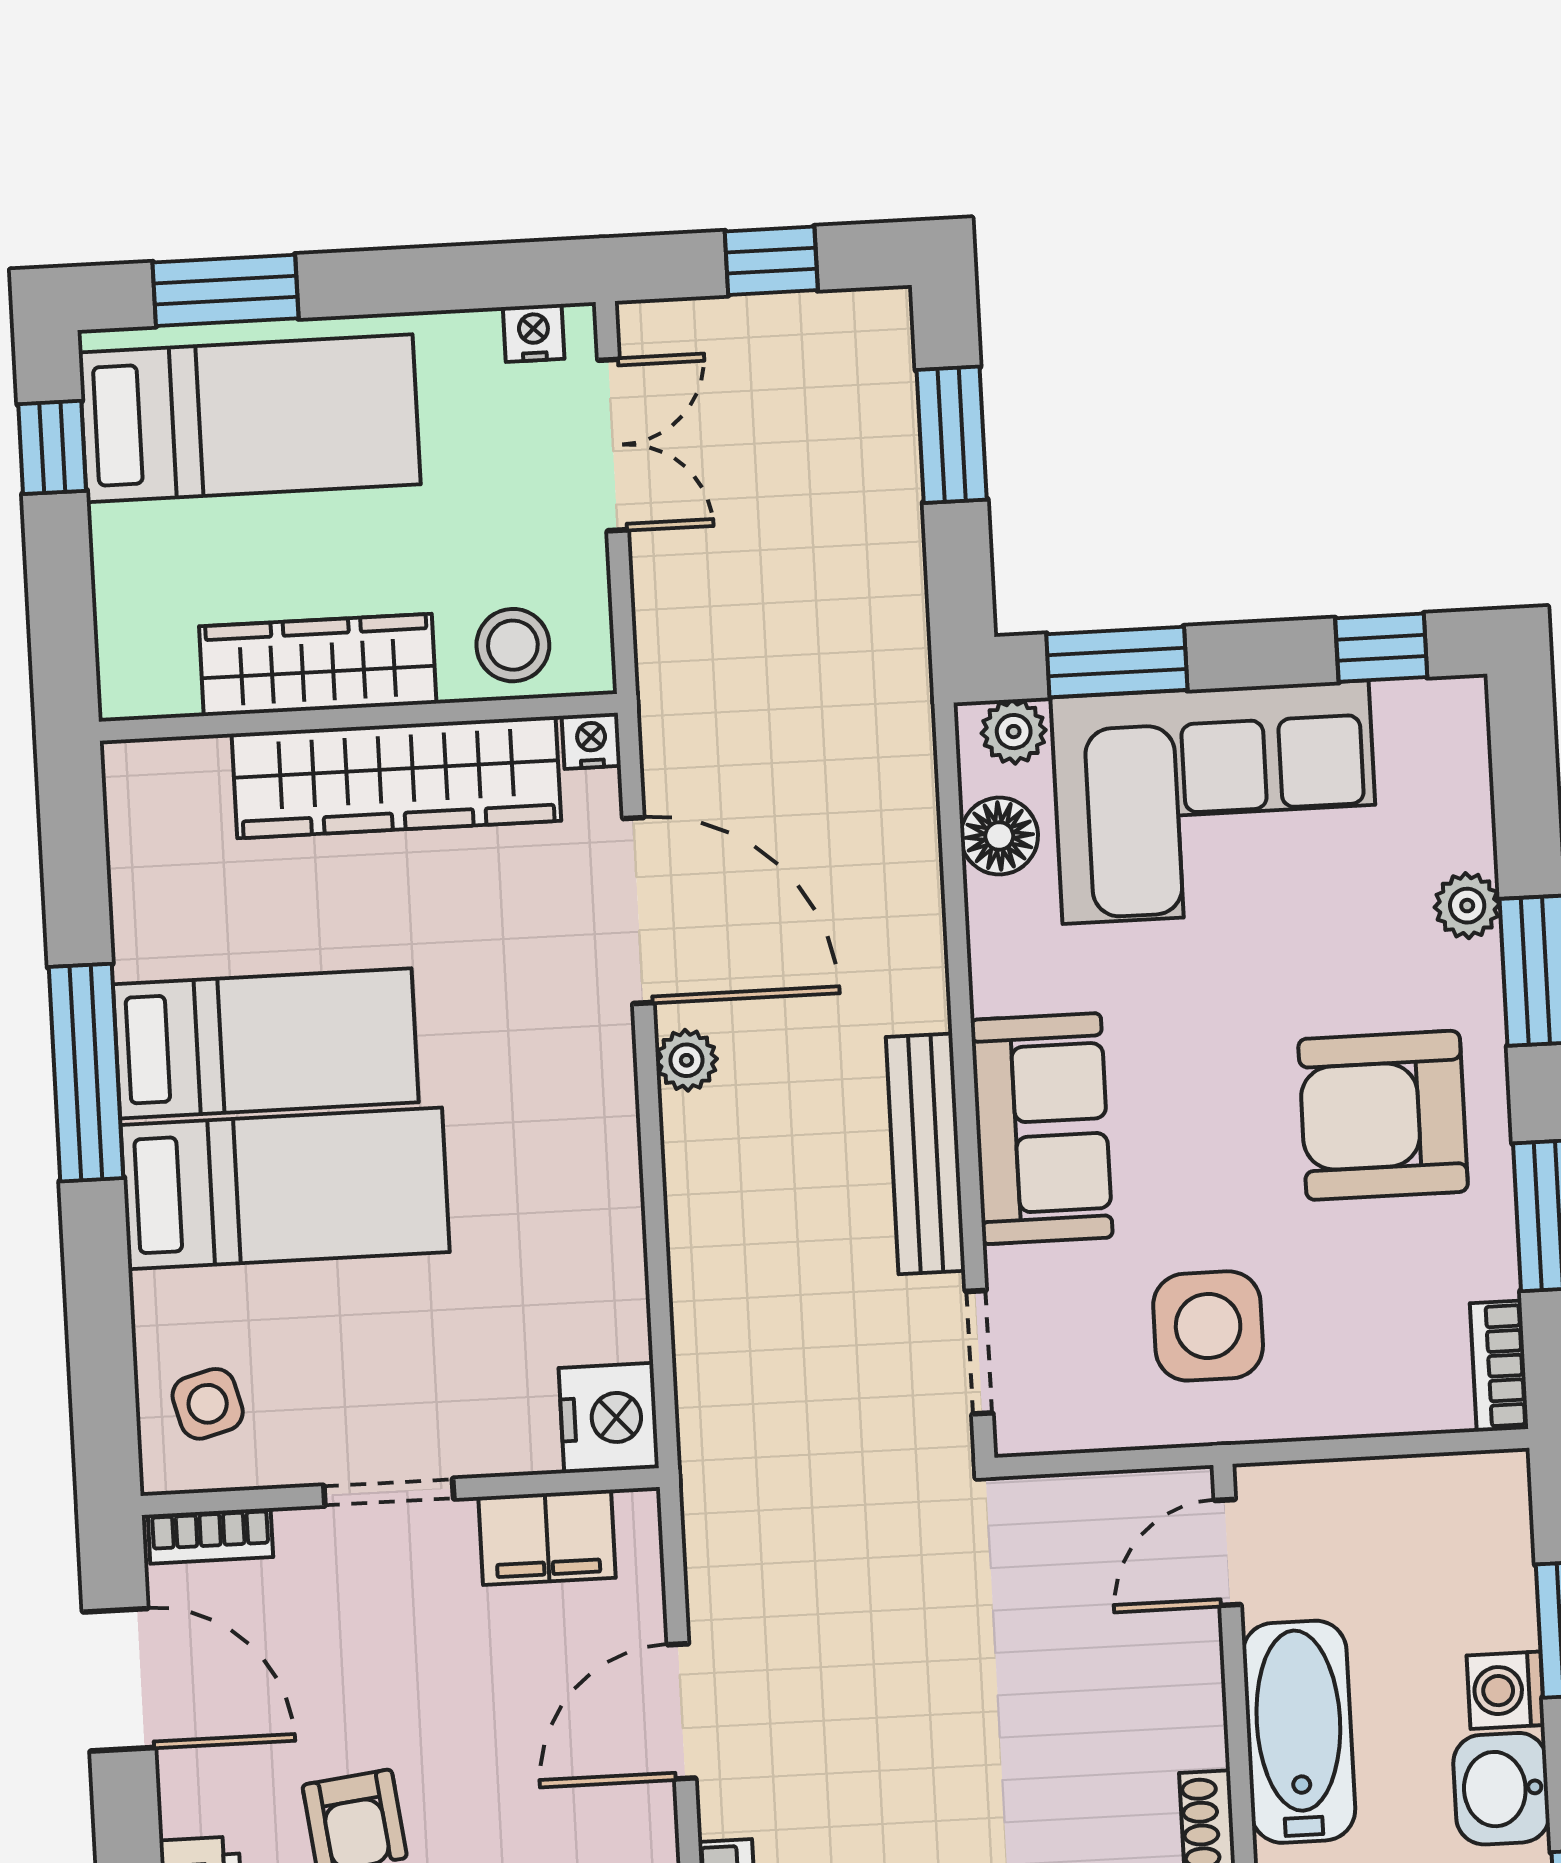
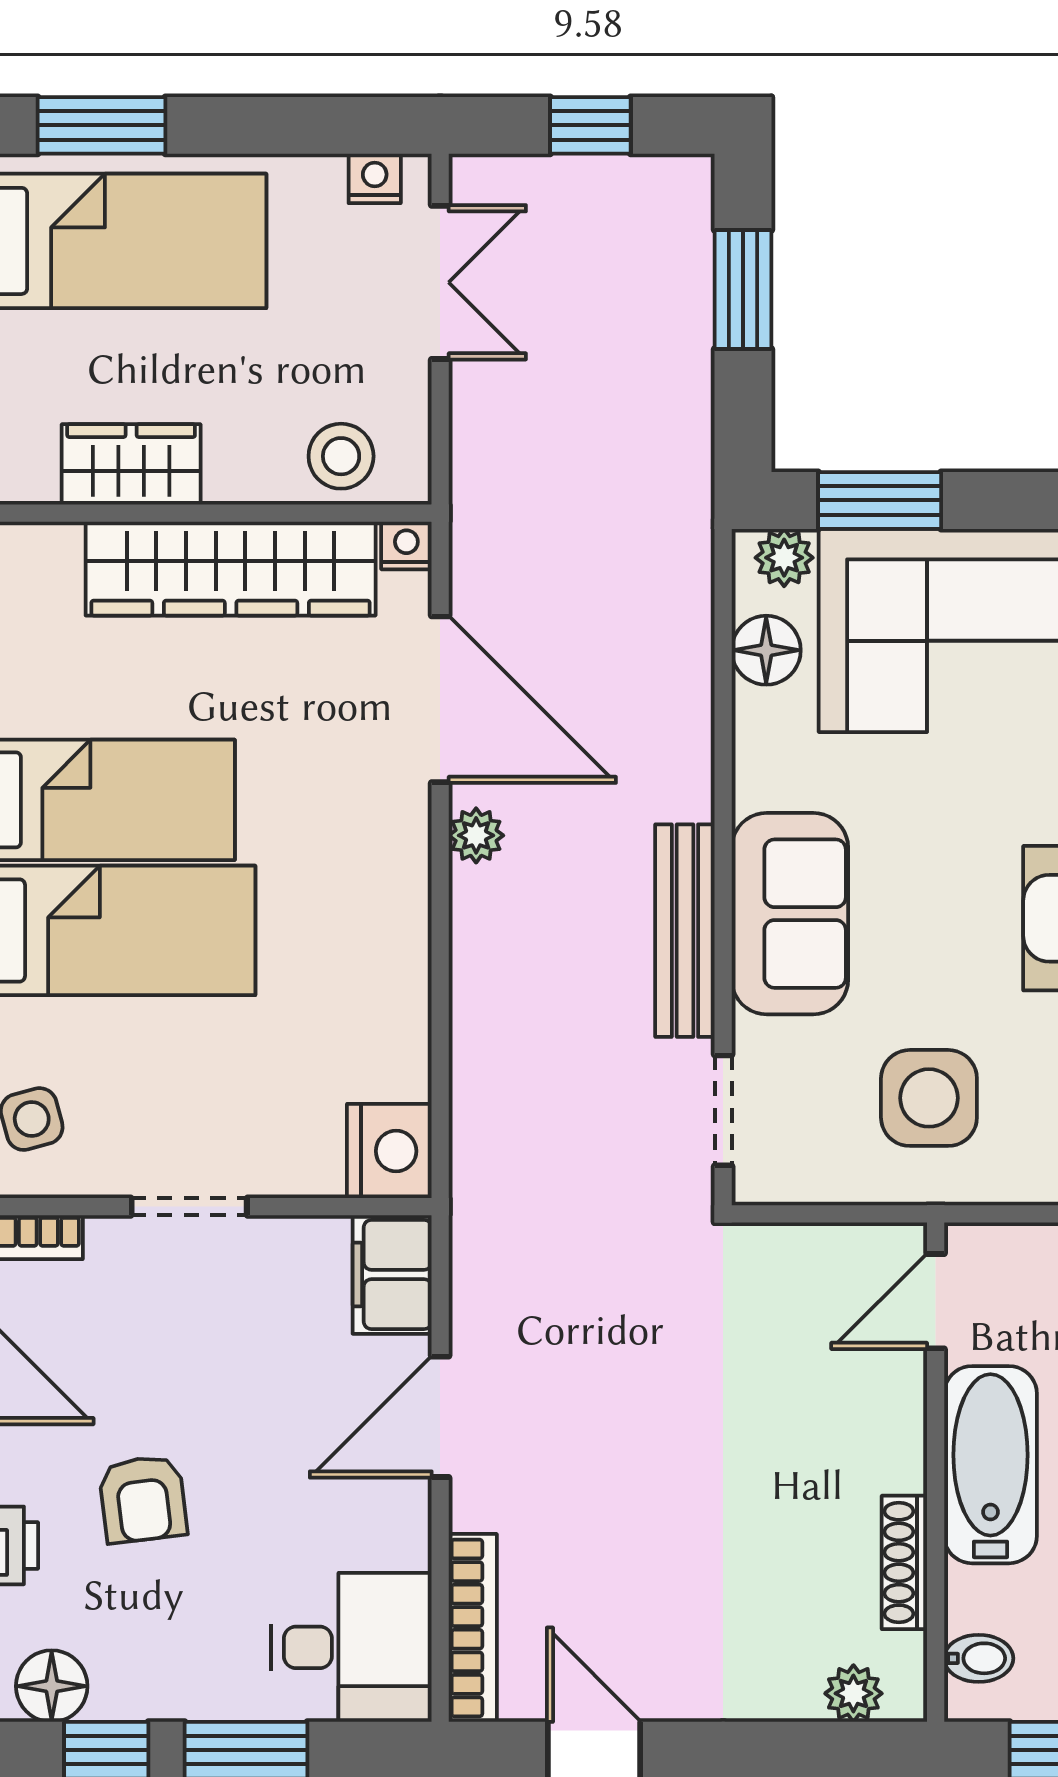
wardrobe: (318, 665) -> (131, 464), width x0.67
filing cabinet: (547, 1537) -> (392, 1275), moved, turned 90

